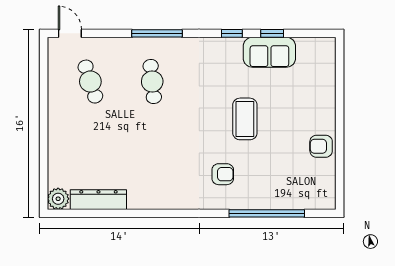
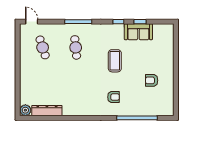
coffee table: (245, 119) -> (115, 61), moved
armchair: (321, 146) -> (152, 80), moved

